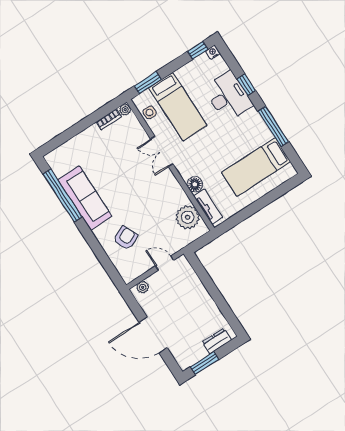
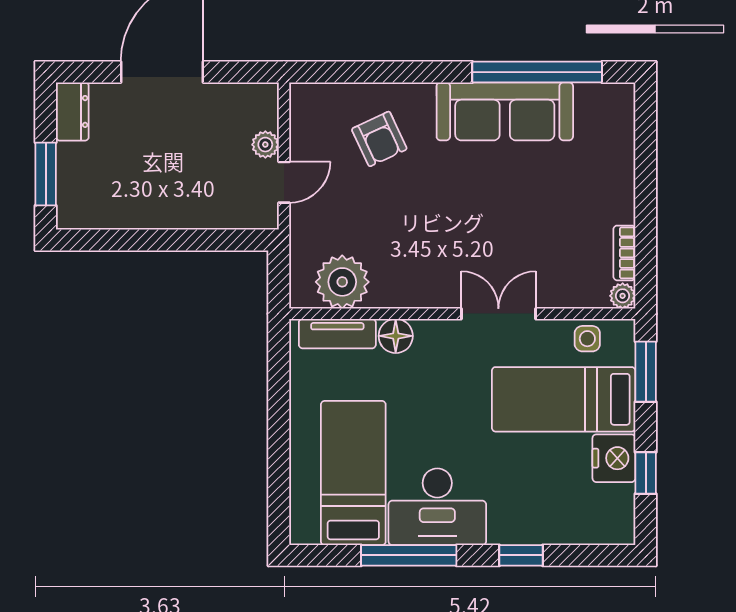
window: (198, 50) -> (646, 473), moved
nightstand: (213, 52) -> (614, 458), moved, width x1.89, depth x1.79
desk: (228, 97) -> (437, 507), moved
plant: (143, 287) -> (265, 145), moved
dresser: (217, 341) -> (72, 111), moved
window: (205, 363) -> (46, 174), moved

